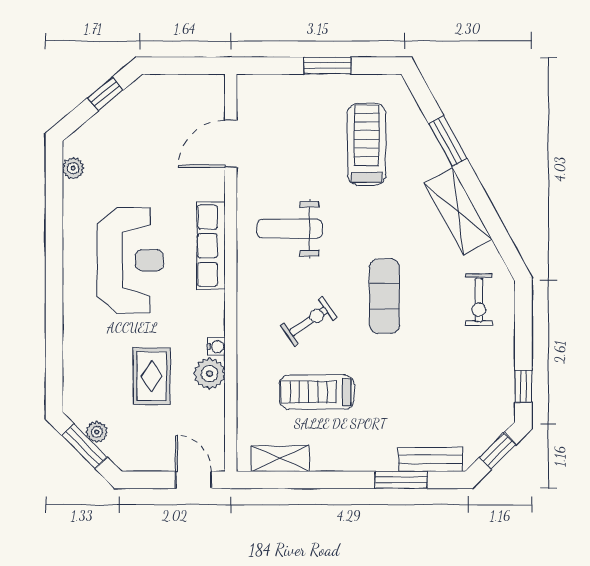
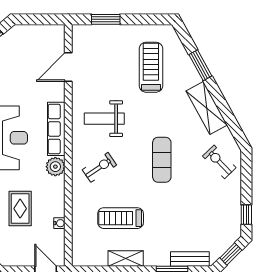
window: (327, 66) -> (106, 19), moved
exercise bike: (479, 300) -> (219, 162), turned 136
exercise bike: (309, 321) -> (99, 167), moved
water cooler: (216, 347) -> (59, 223), moved
plant: (210, 374) -> (55, 167), moved
shelving: (280, 459) -> (126, 259), moved

